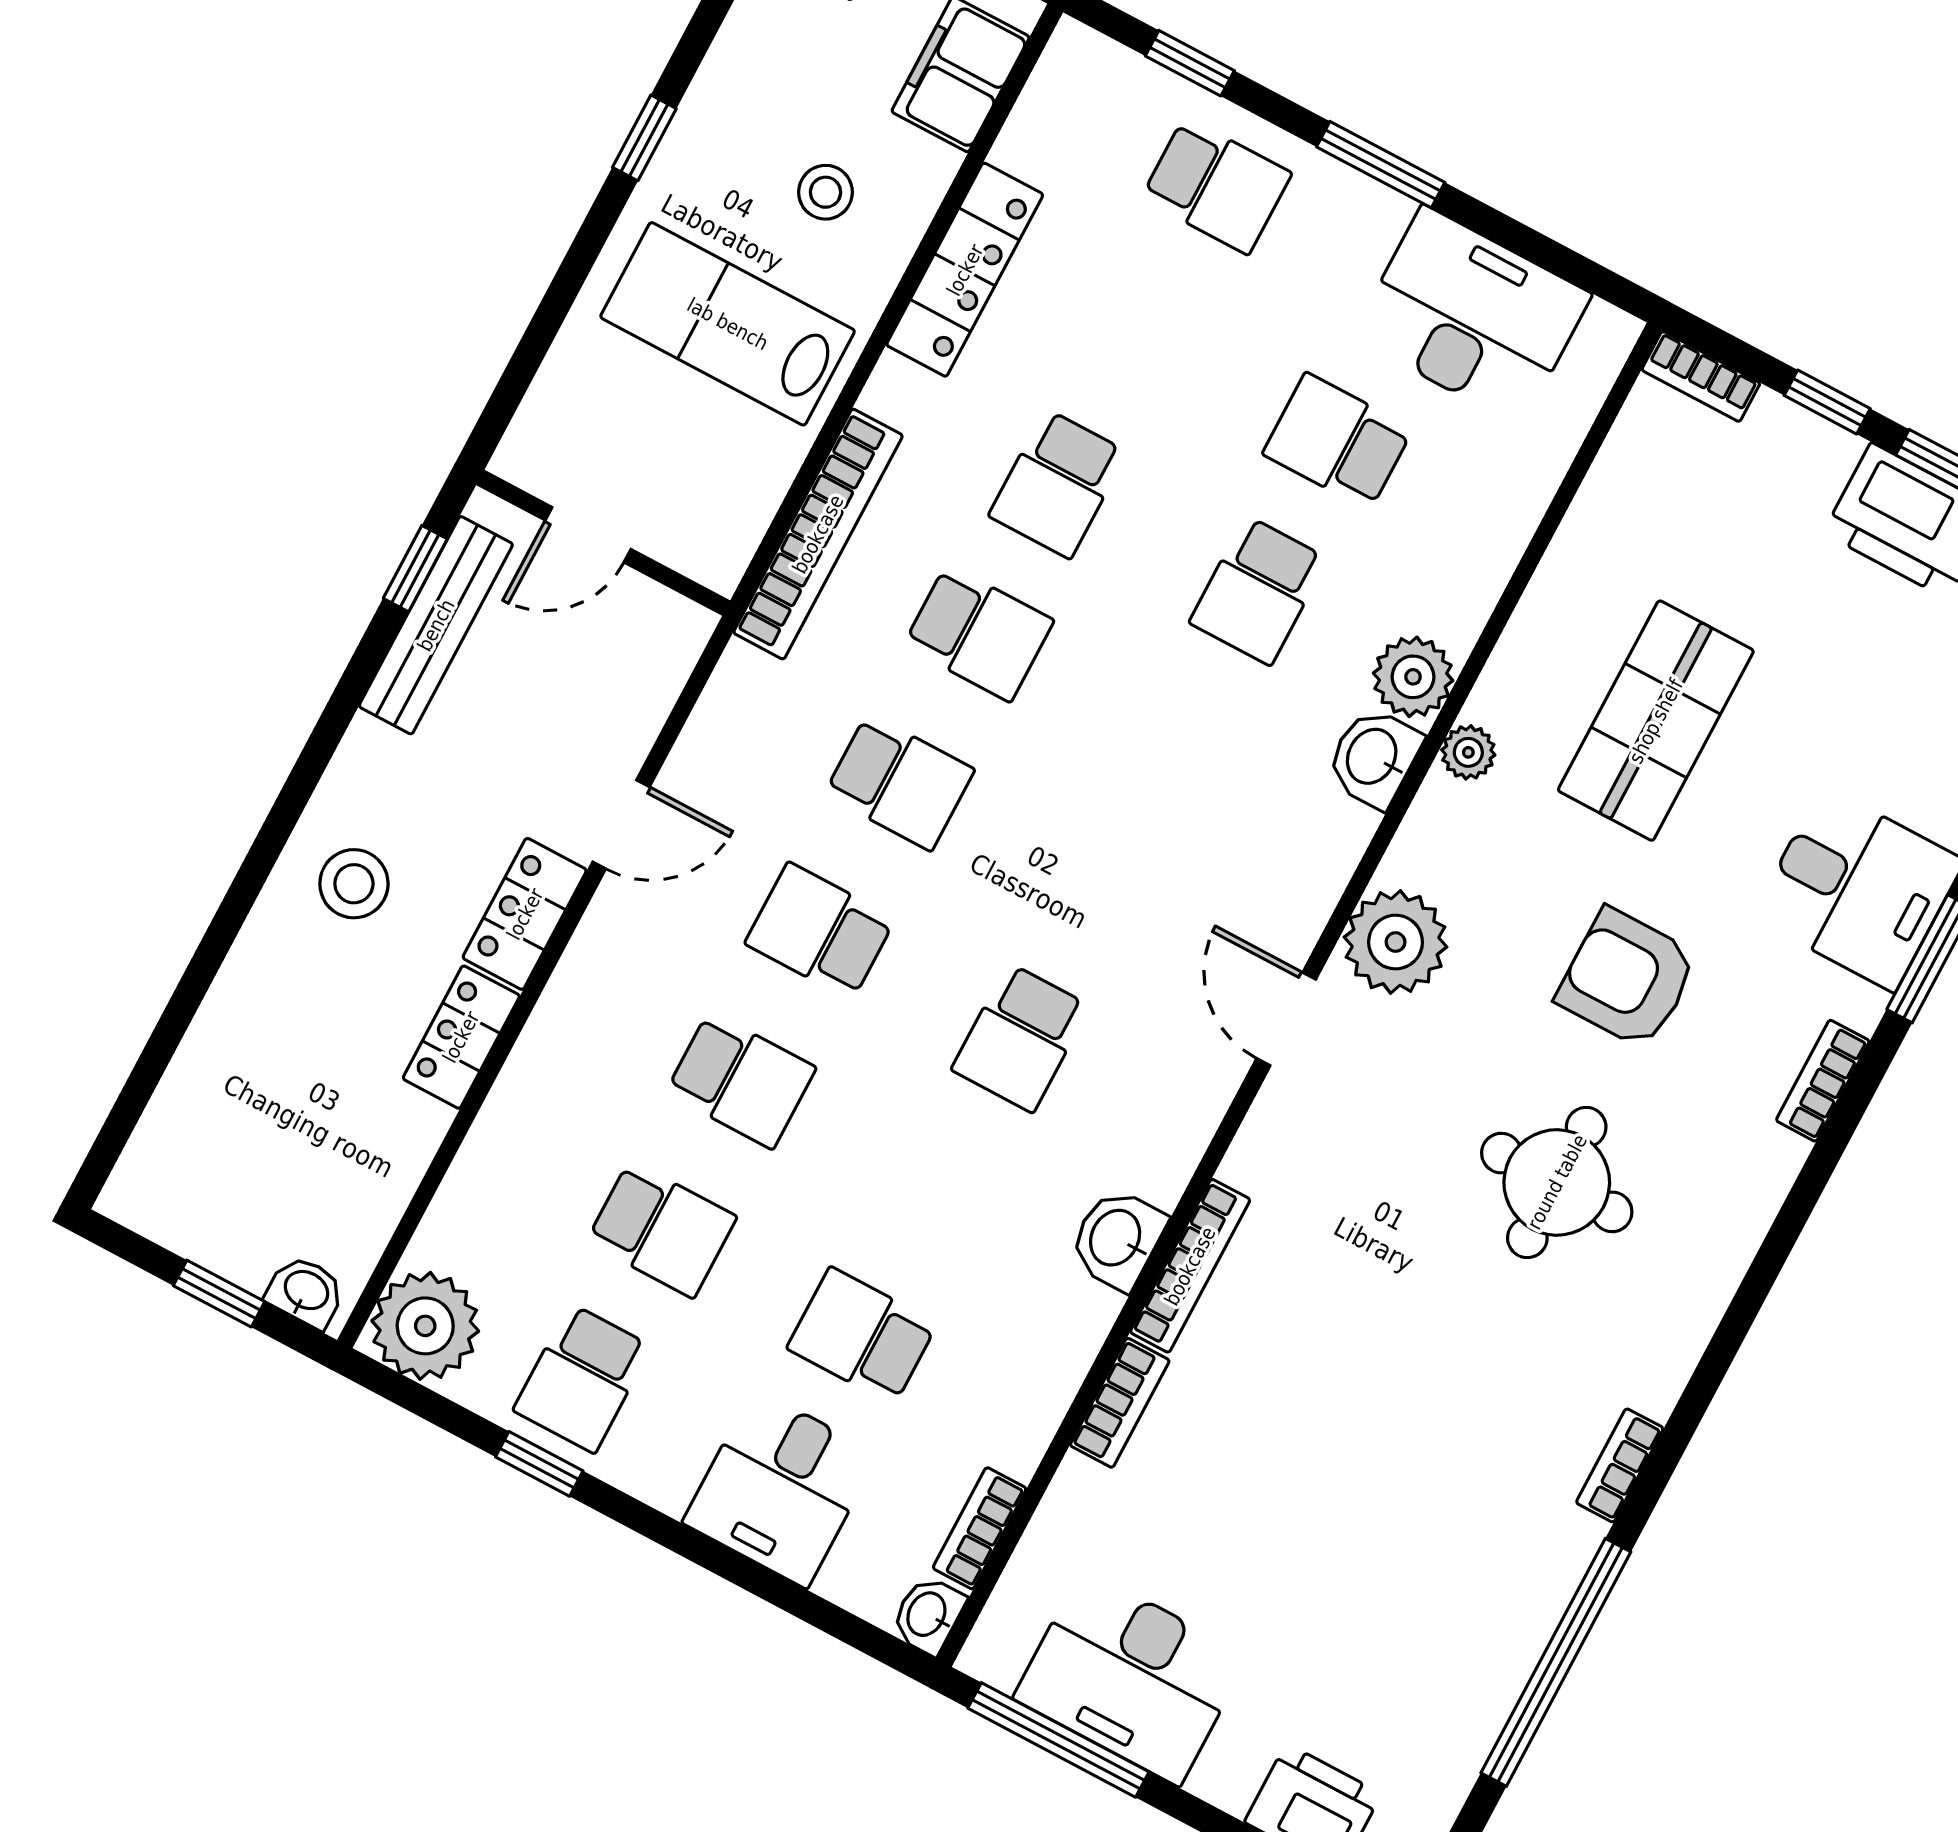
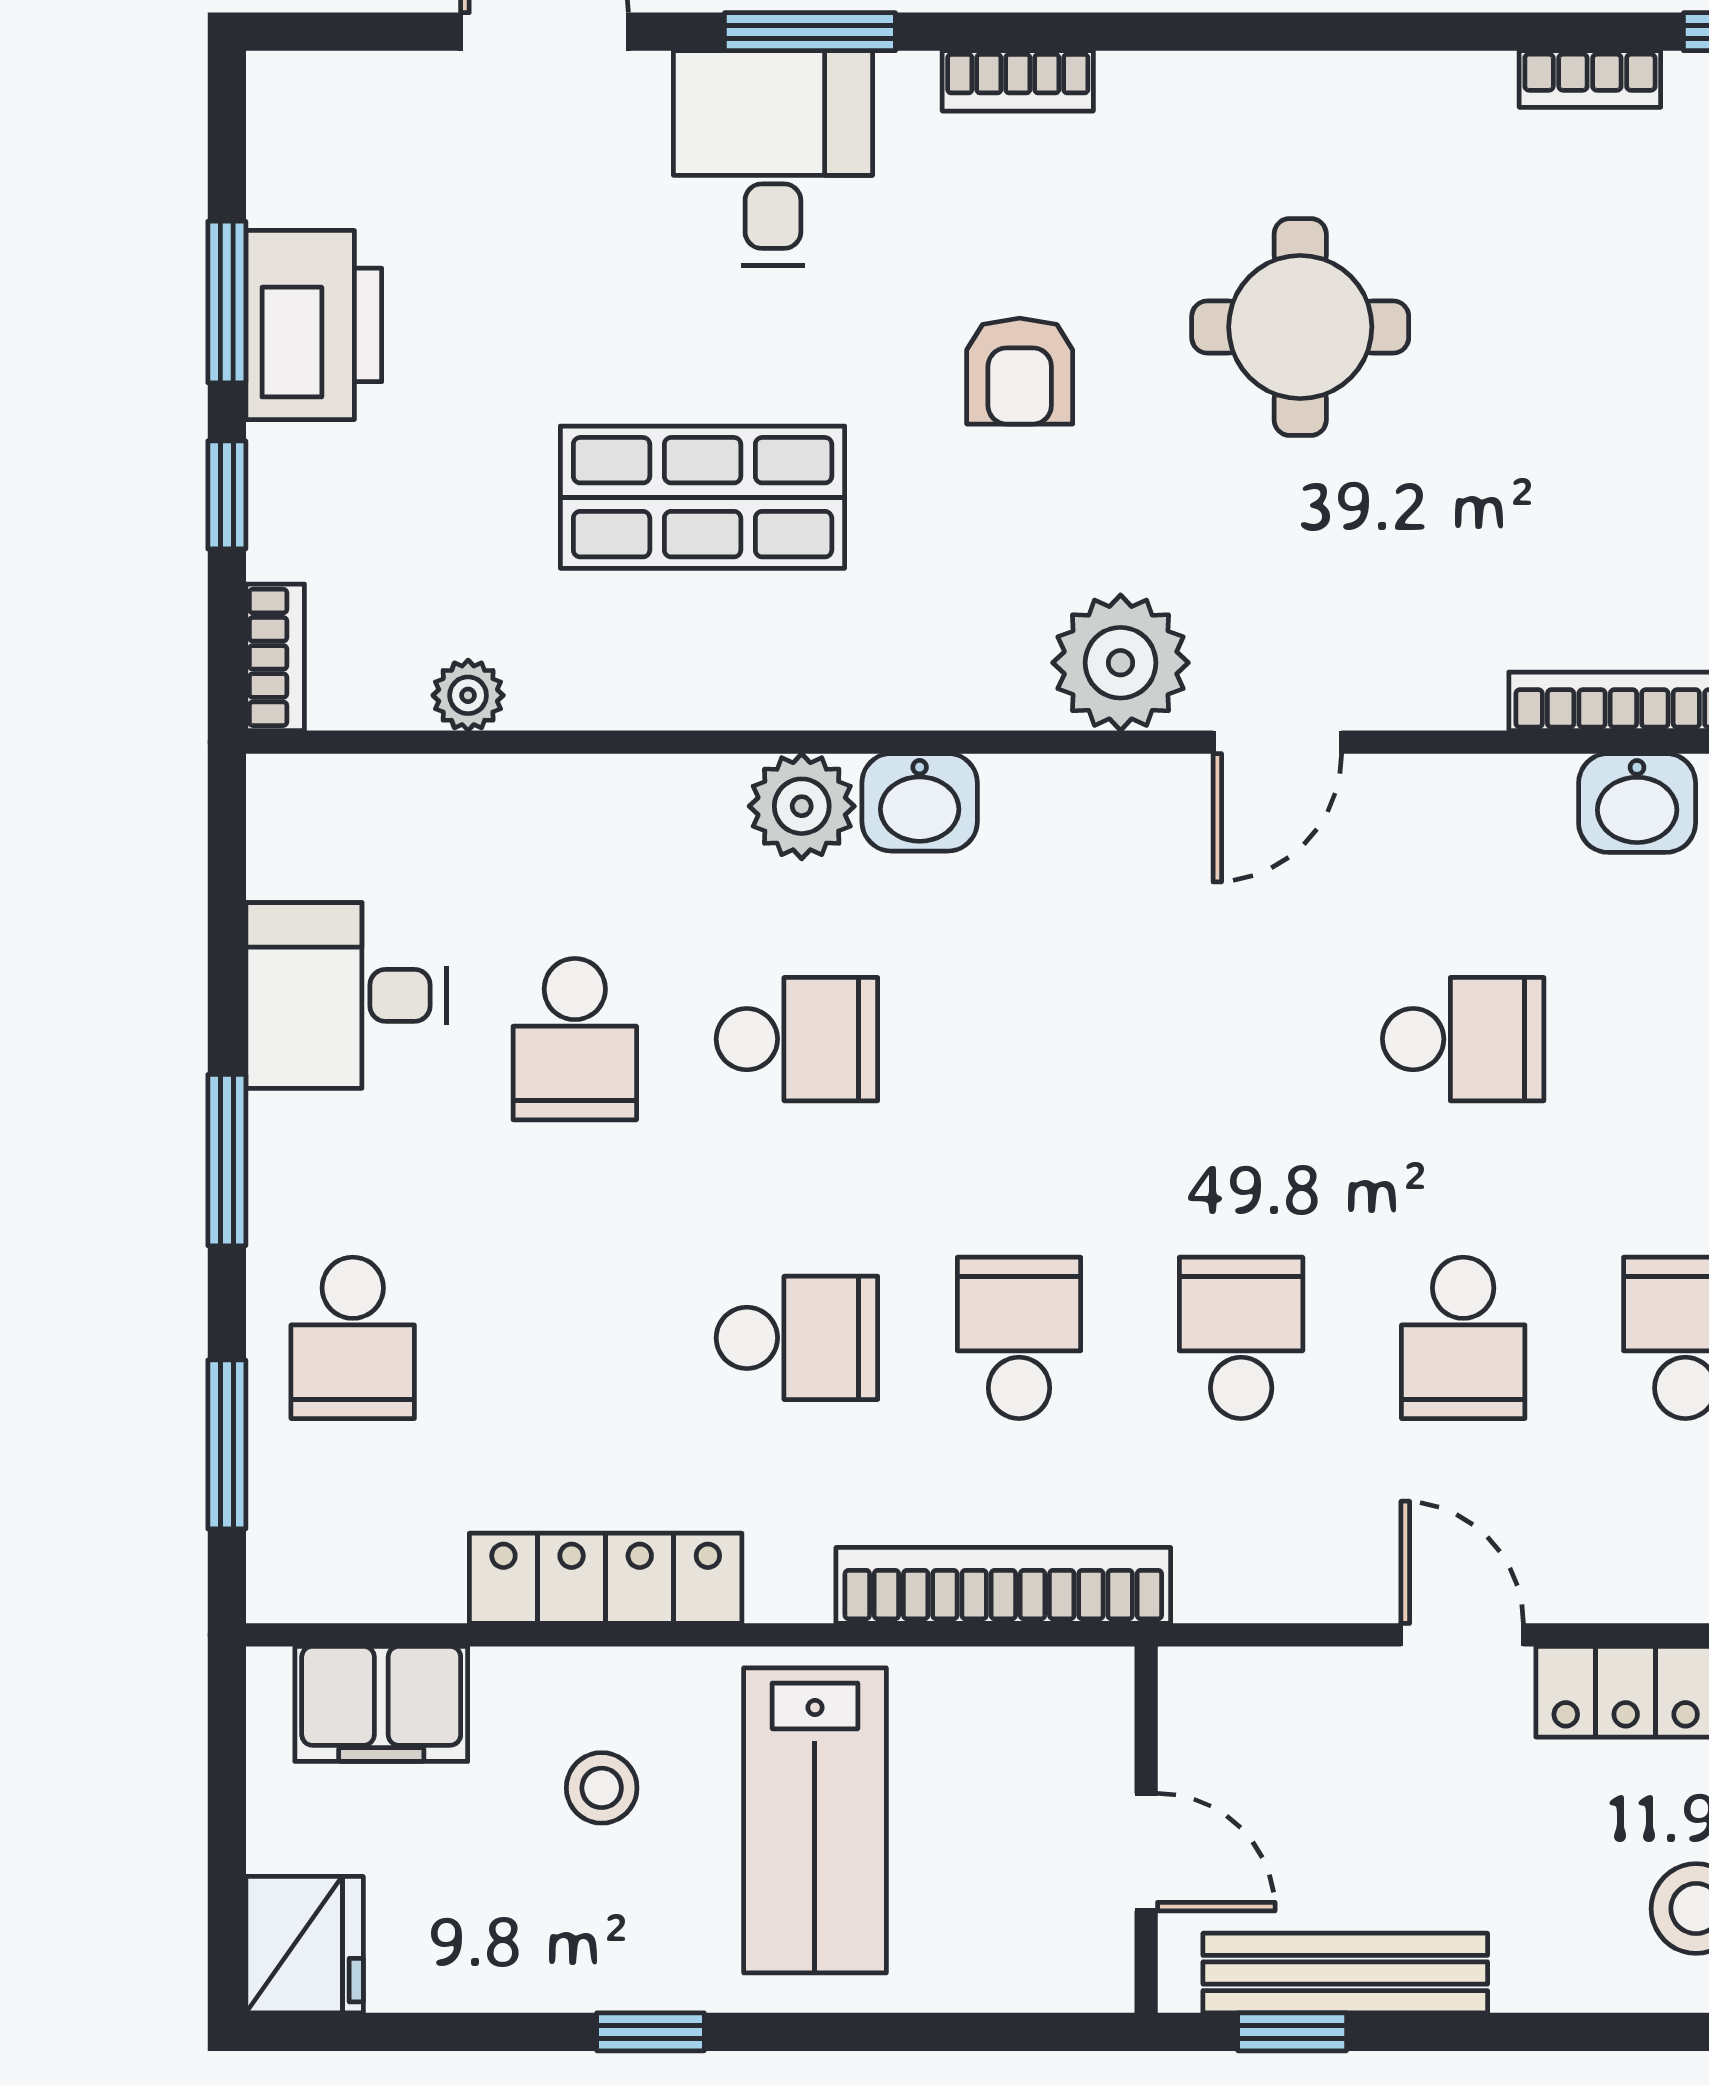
window: (1190, 63) -> (227, 1444), width x1.50
school desk: (1216, 186) -> (353, 1338), turned 180
desk: (1472, 316) -> (346, 995), width x0.73
plant: (1468, 752) -> (468, 695), moved
armchair: (1627, 978) -> (1020, 371), width x0.72, depth x0.72

